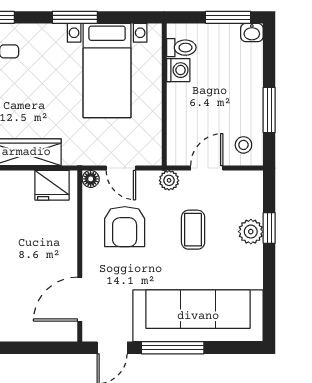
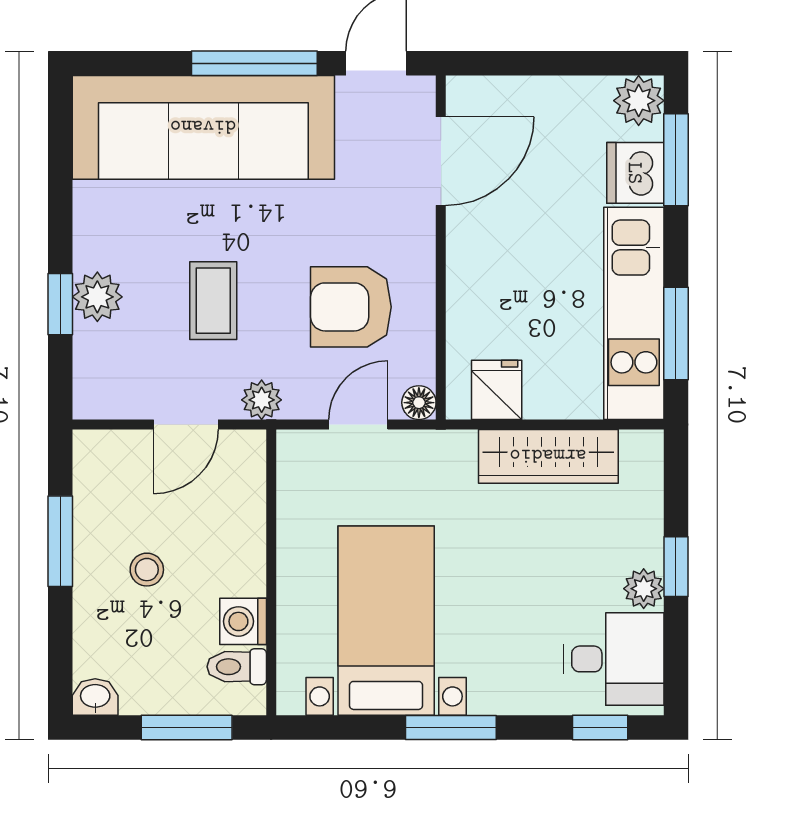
window: (228, 17) -> (187, 727), moved
stool: (243, 145) -> (147, 570), moved
door: (121, 168) -> (358, 424), hinge flipped
fridge: (52, 185) -> (497, 390), width x0.72
armchair: (125, 227) -> (351, 307), turned -90

